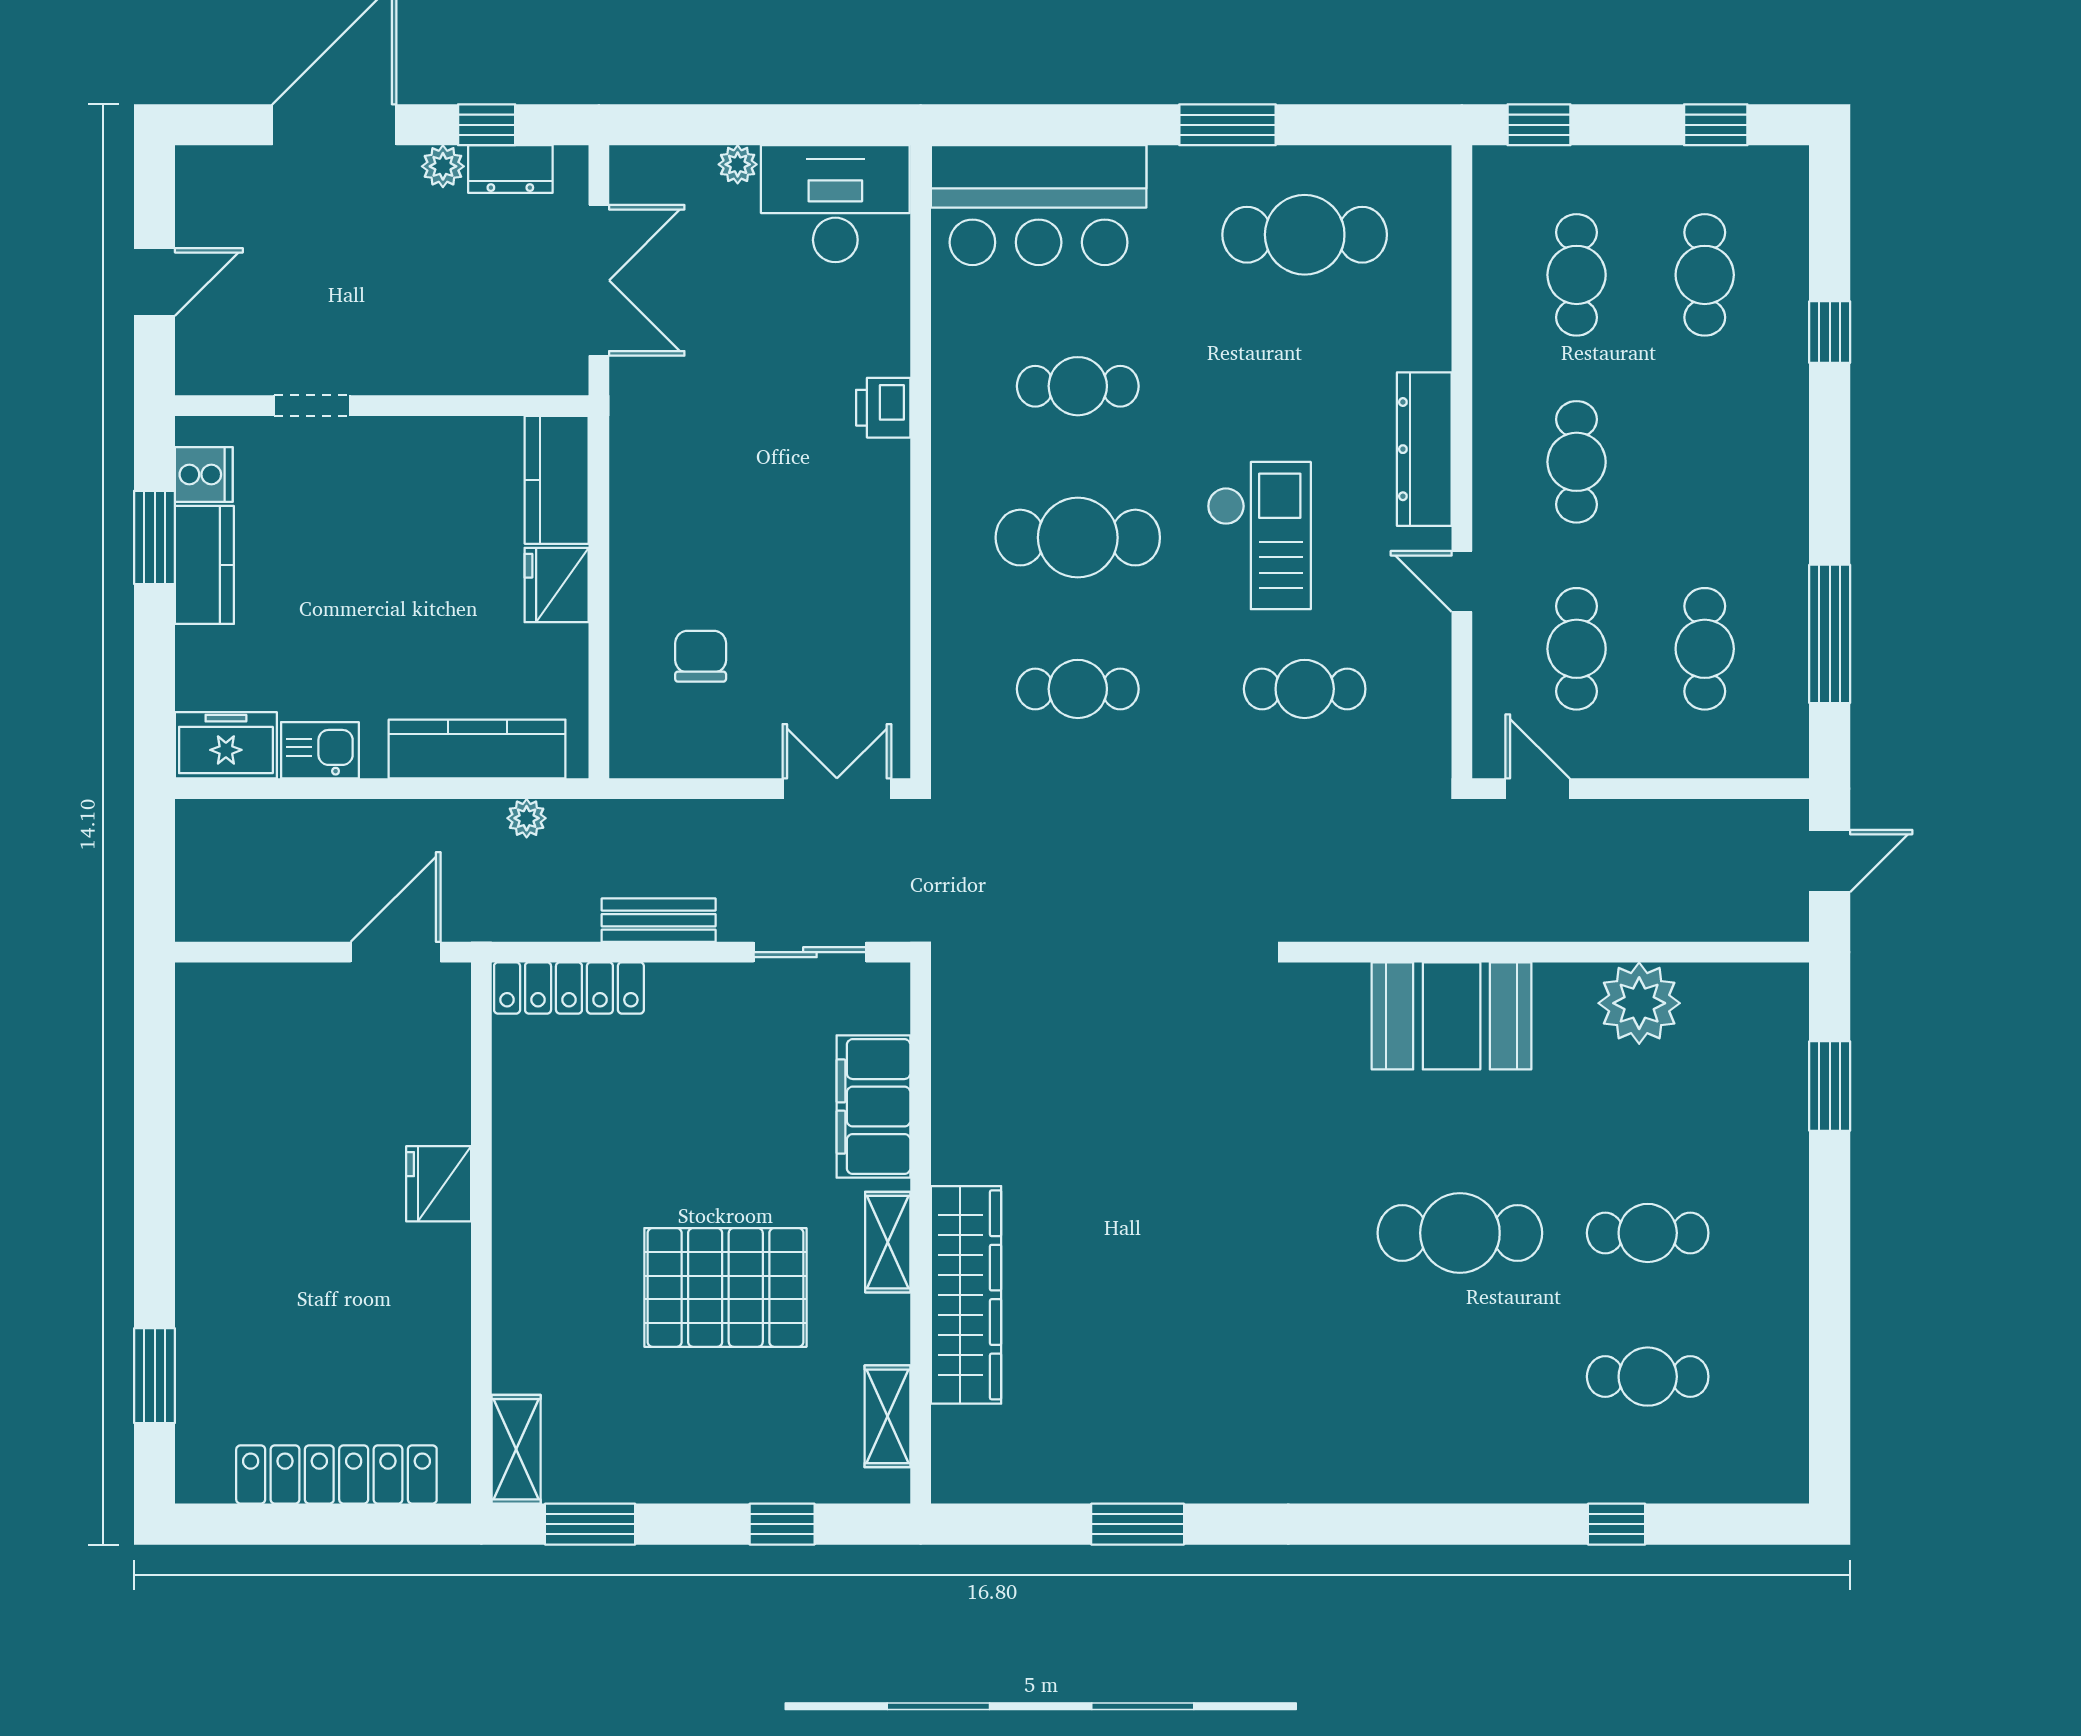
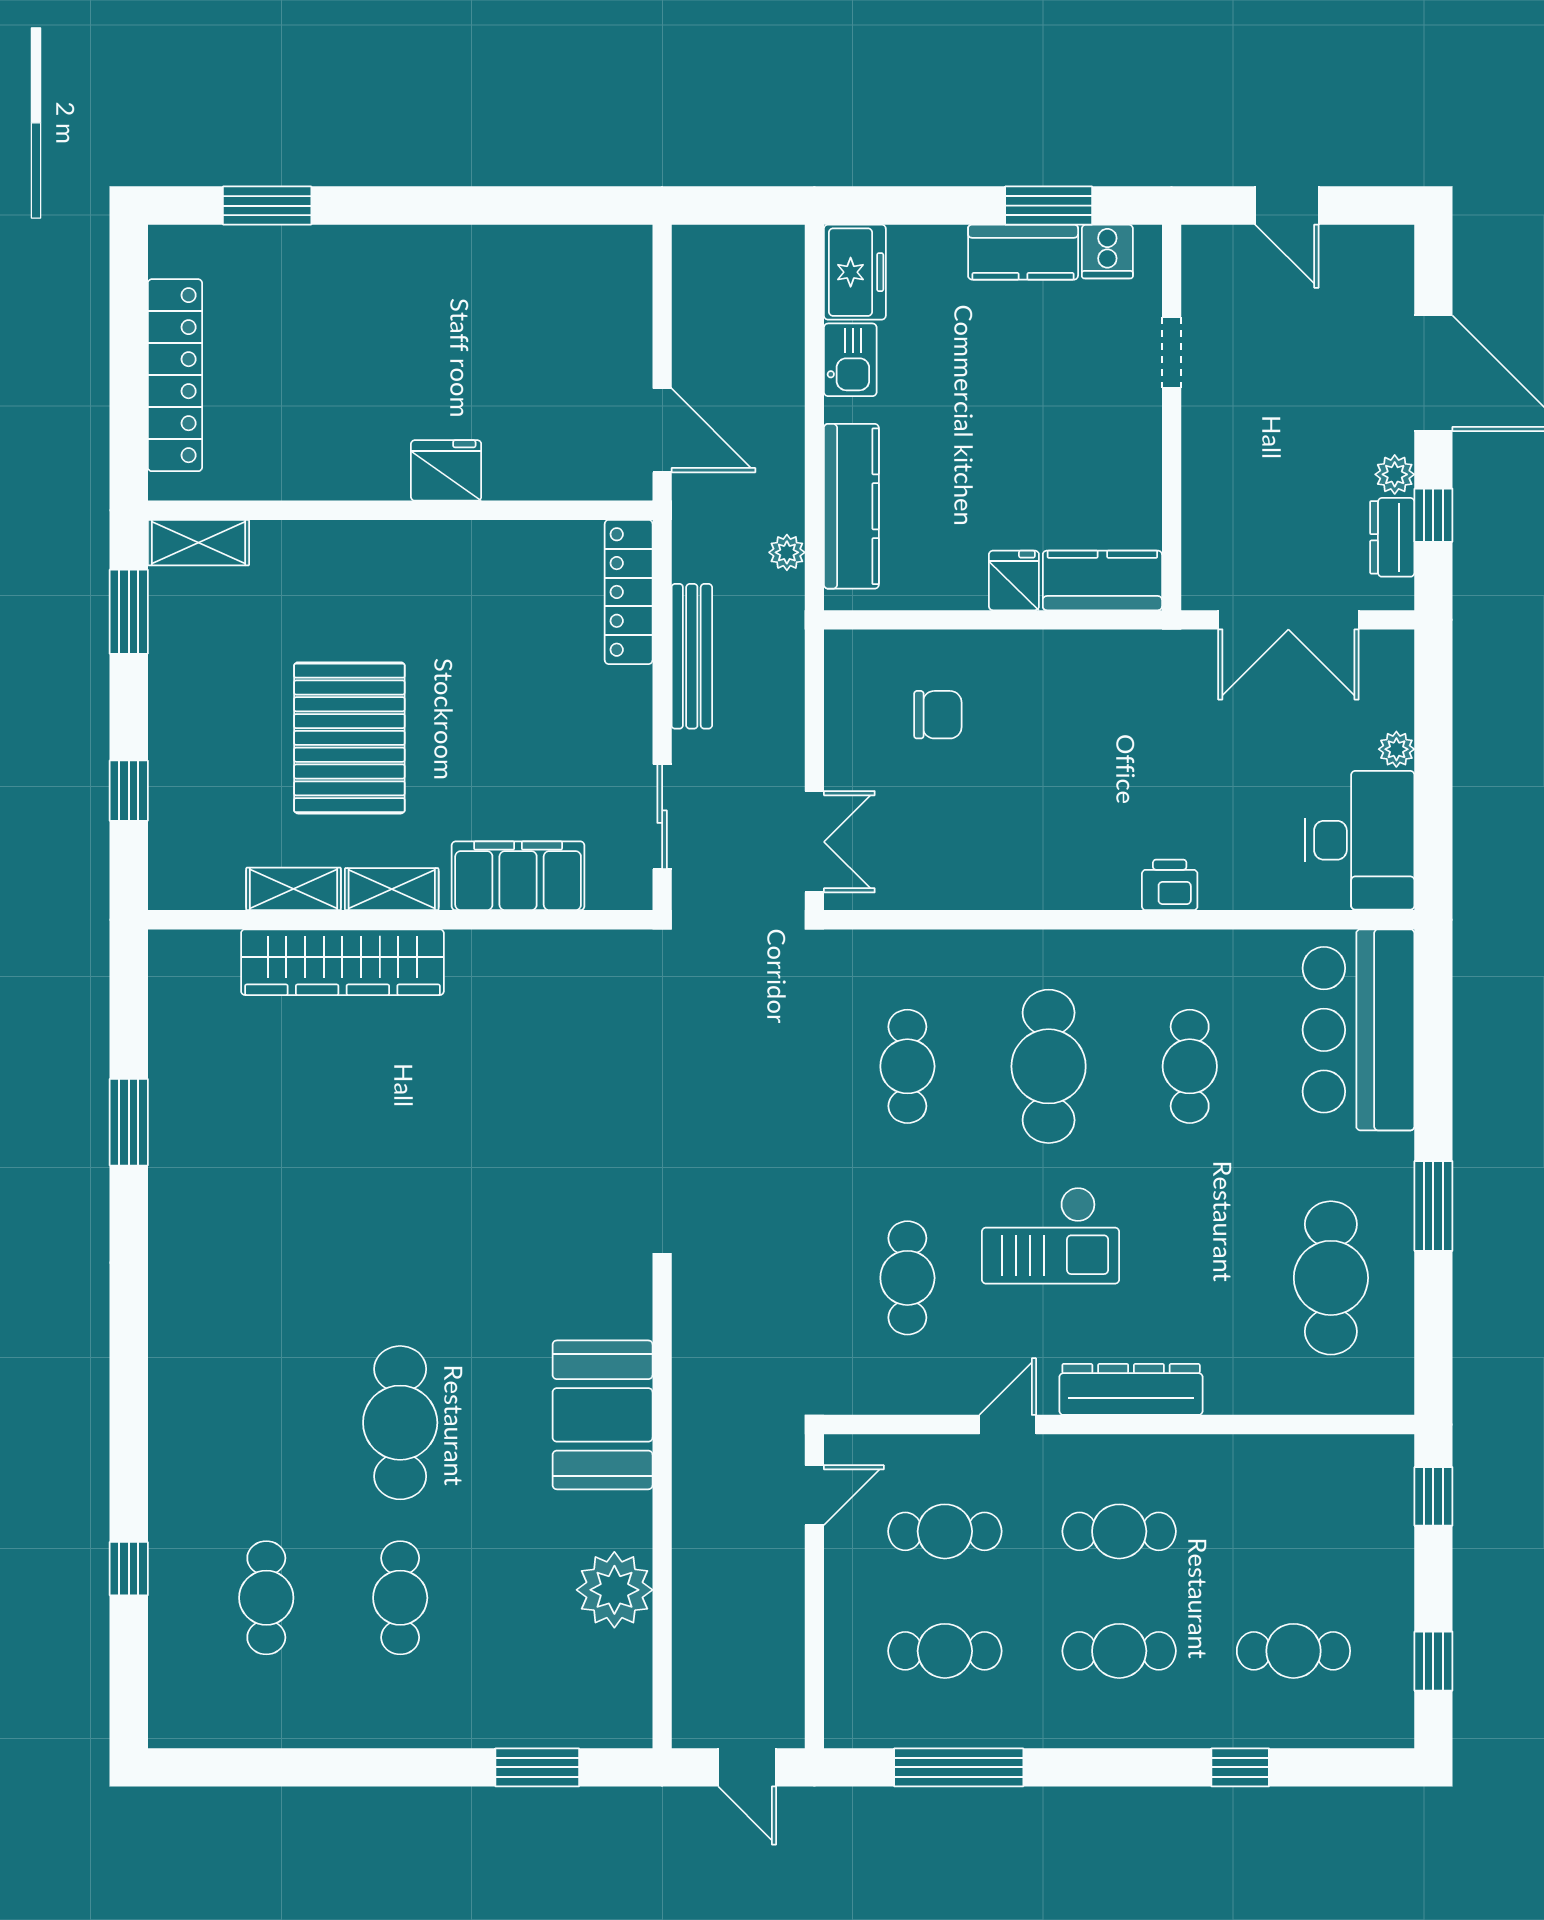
cafe table: (1577, 275) -> (1119, 1651), moved
fridge: (557, 585) -> (1014, 580), width x0.72
bench: (659, 920) -> (692, 656), width x1.36
shelving: (887, 1416) -> (294, 889), moved

